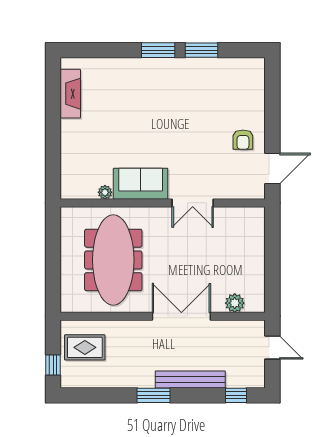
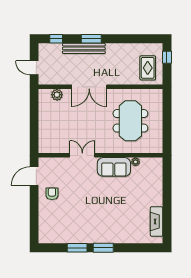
meeting table: (113, 260) -> (130, 121), width x0.73
rug: (85, 347) -> (148, 68), turned 90
window: (154, 395) -> (91, 39), moved

